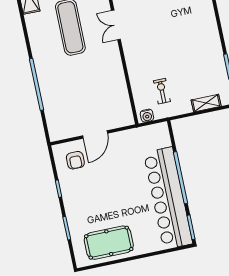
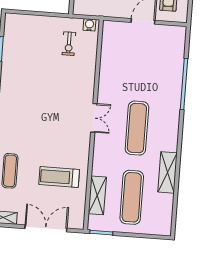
shelving: (206, 103) -> (31, 21), removed

